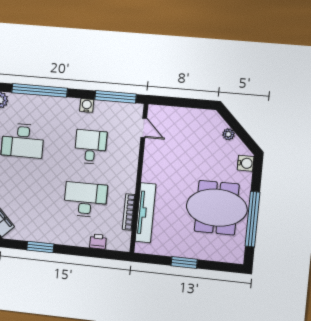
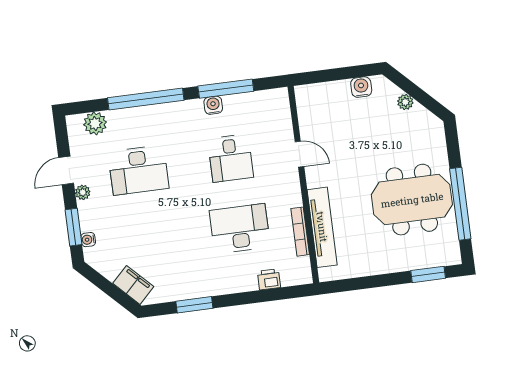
window: (115, 97) -> (226, 89), moved
door: (144, 128) -> (299, 154), moved
desk: (90, 147) -> (231, 158), turned 180
water cooler: (246, 163) -> (361, 87), moved, turned -90
window: (184, 262) -> (428, 274), moved

